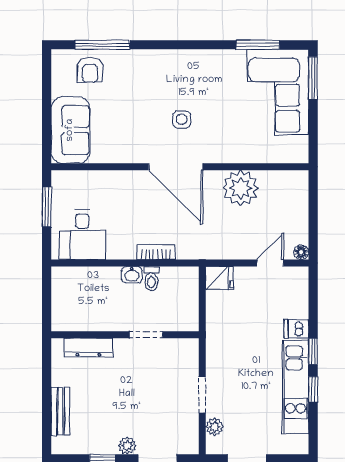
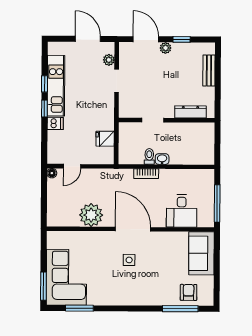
window: (47, 207) -> (217, 203), width x1.44
desk: (82, 235) -> (182, 211), moved, turned 180
fridge: (220, 278) -> (105, 139), moved

